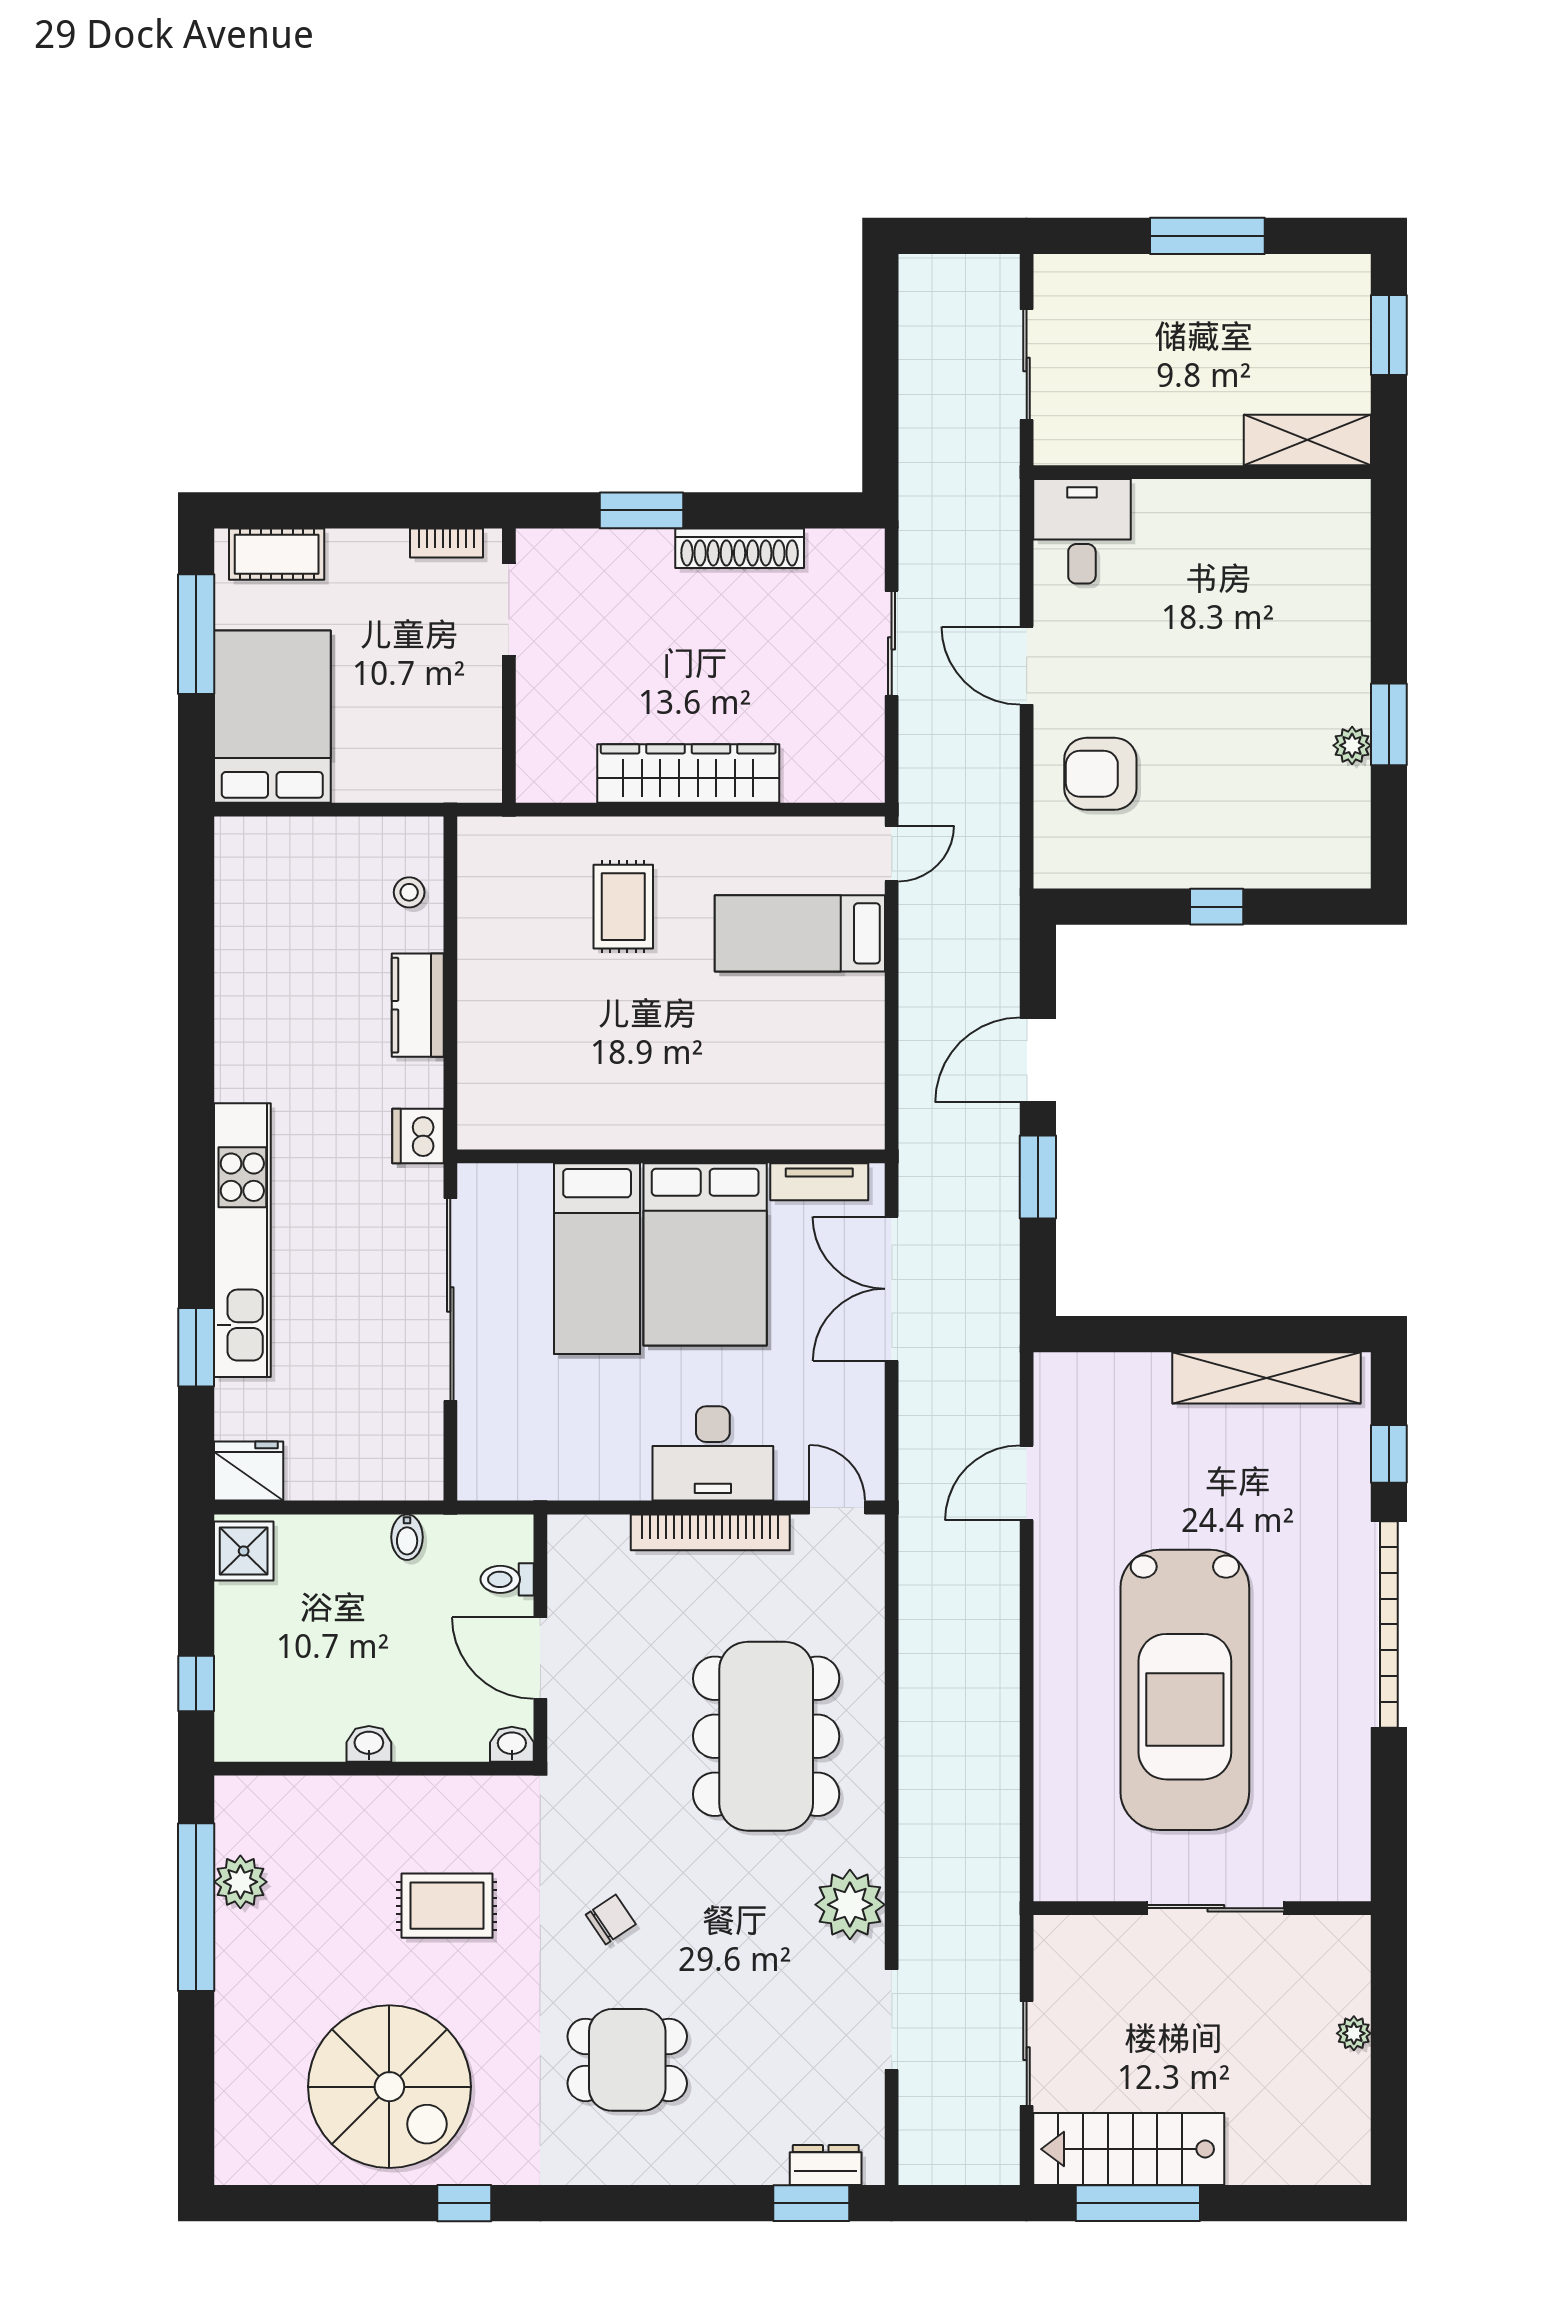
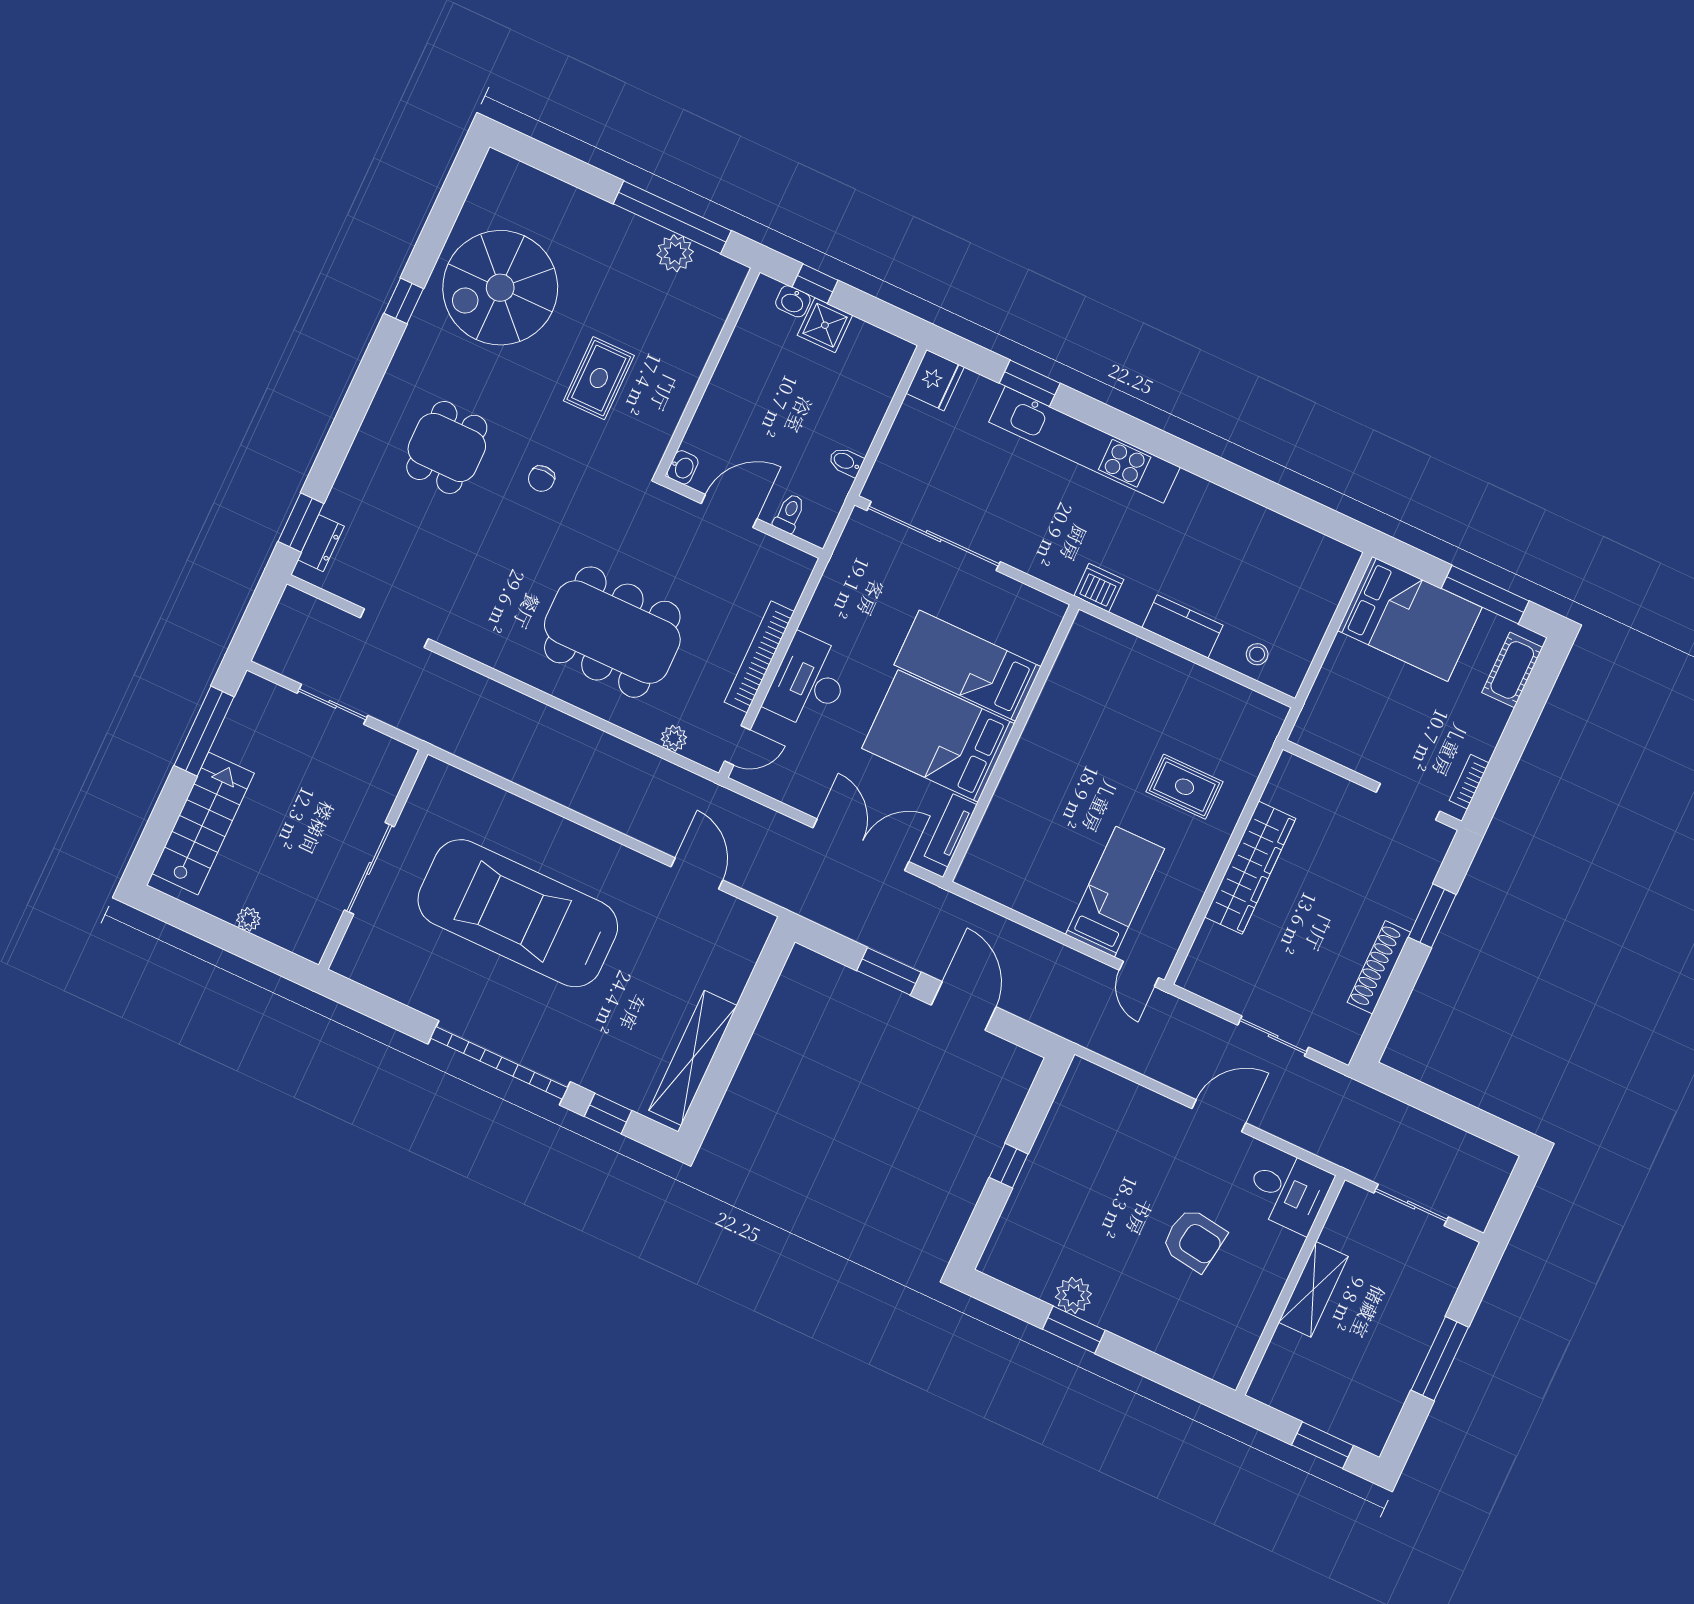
shelving: (1307, 440) -> (1313, 1289), moved
plant: (1352, 745) -> (1073, 1295), width x1.38, depth x1.38
armchair: (1100, 774) -> (1194, 1240), moved, turned 98
sliding door: (450, 1300) -> (934, 536), moved
shower: (244, 1551) -> (825, 325), moved
washbasin: (369, 1744) -> (793, 301), moved, turned 90
plant: (850, 1905) -> (674, 738), moved, width x0.53, depth x0.53
chair: (611, 1919) -> (541, 479), turned 34
stairs: (1129, 2149) -> (203, 823), moved

